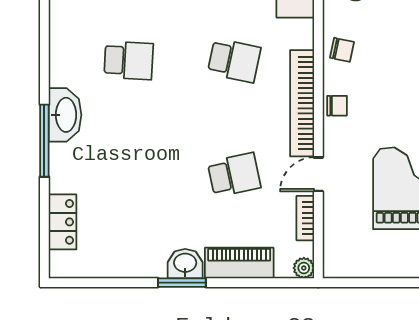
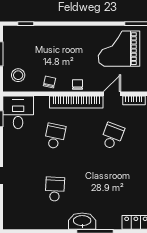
door: (318, 174) -> (112, 94), swing flipped
school desk: (234, 175) -> (112, 136), turned 33

